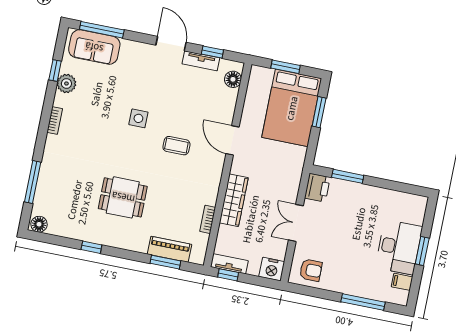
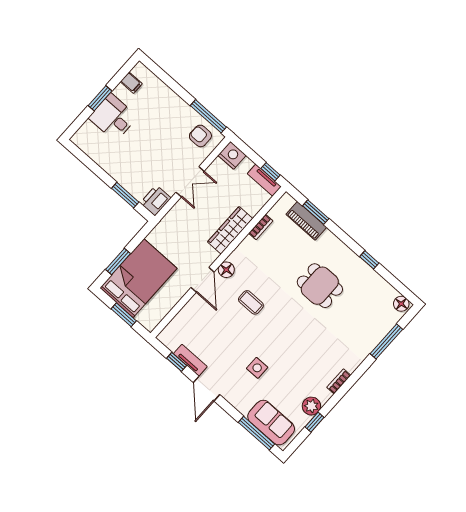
floor lamp: (233, 79) -> (226, 270), moved
side table: (138, 118) -> (257, 368), moved
desk: (399, 247) -> (113, 117), width x0.73
window: (363, 302) -> (208, 116), moved

